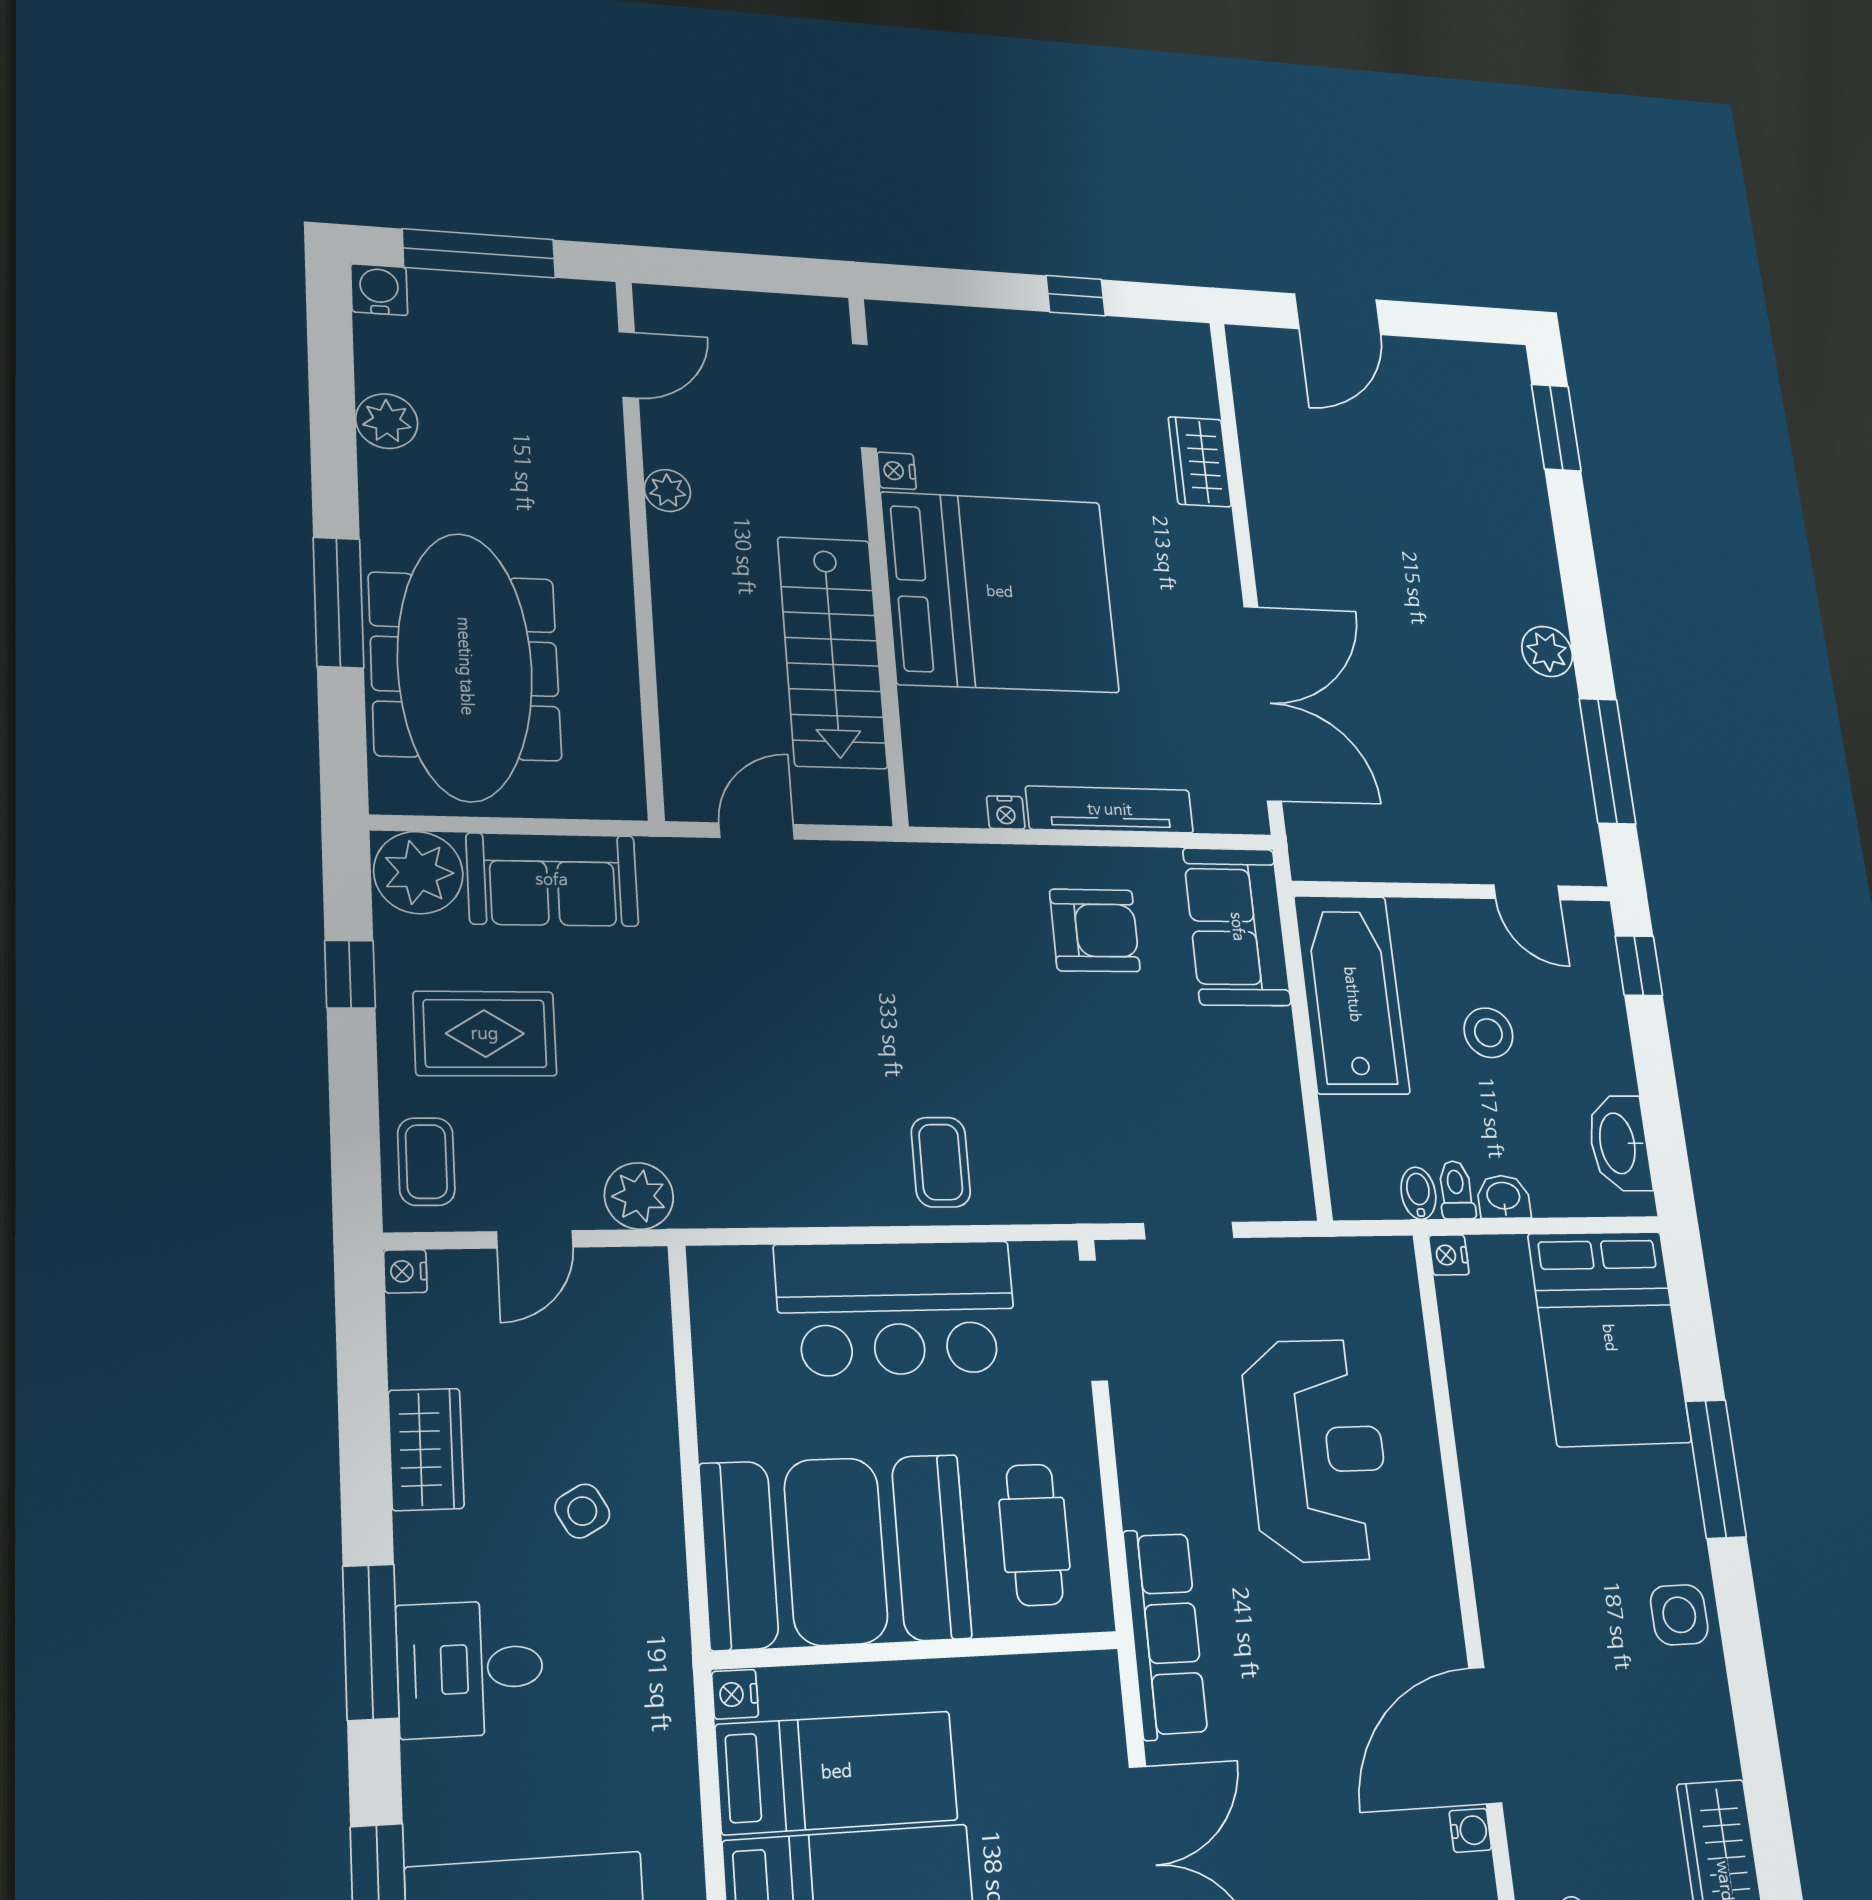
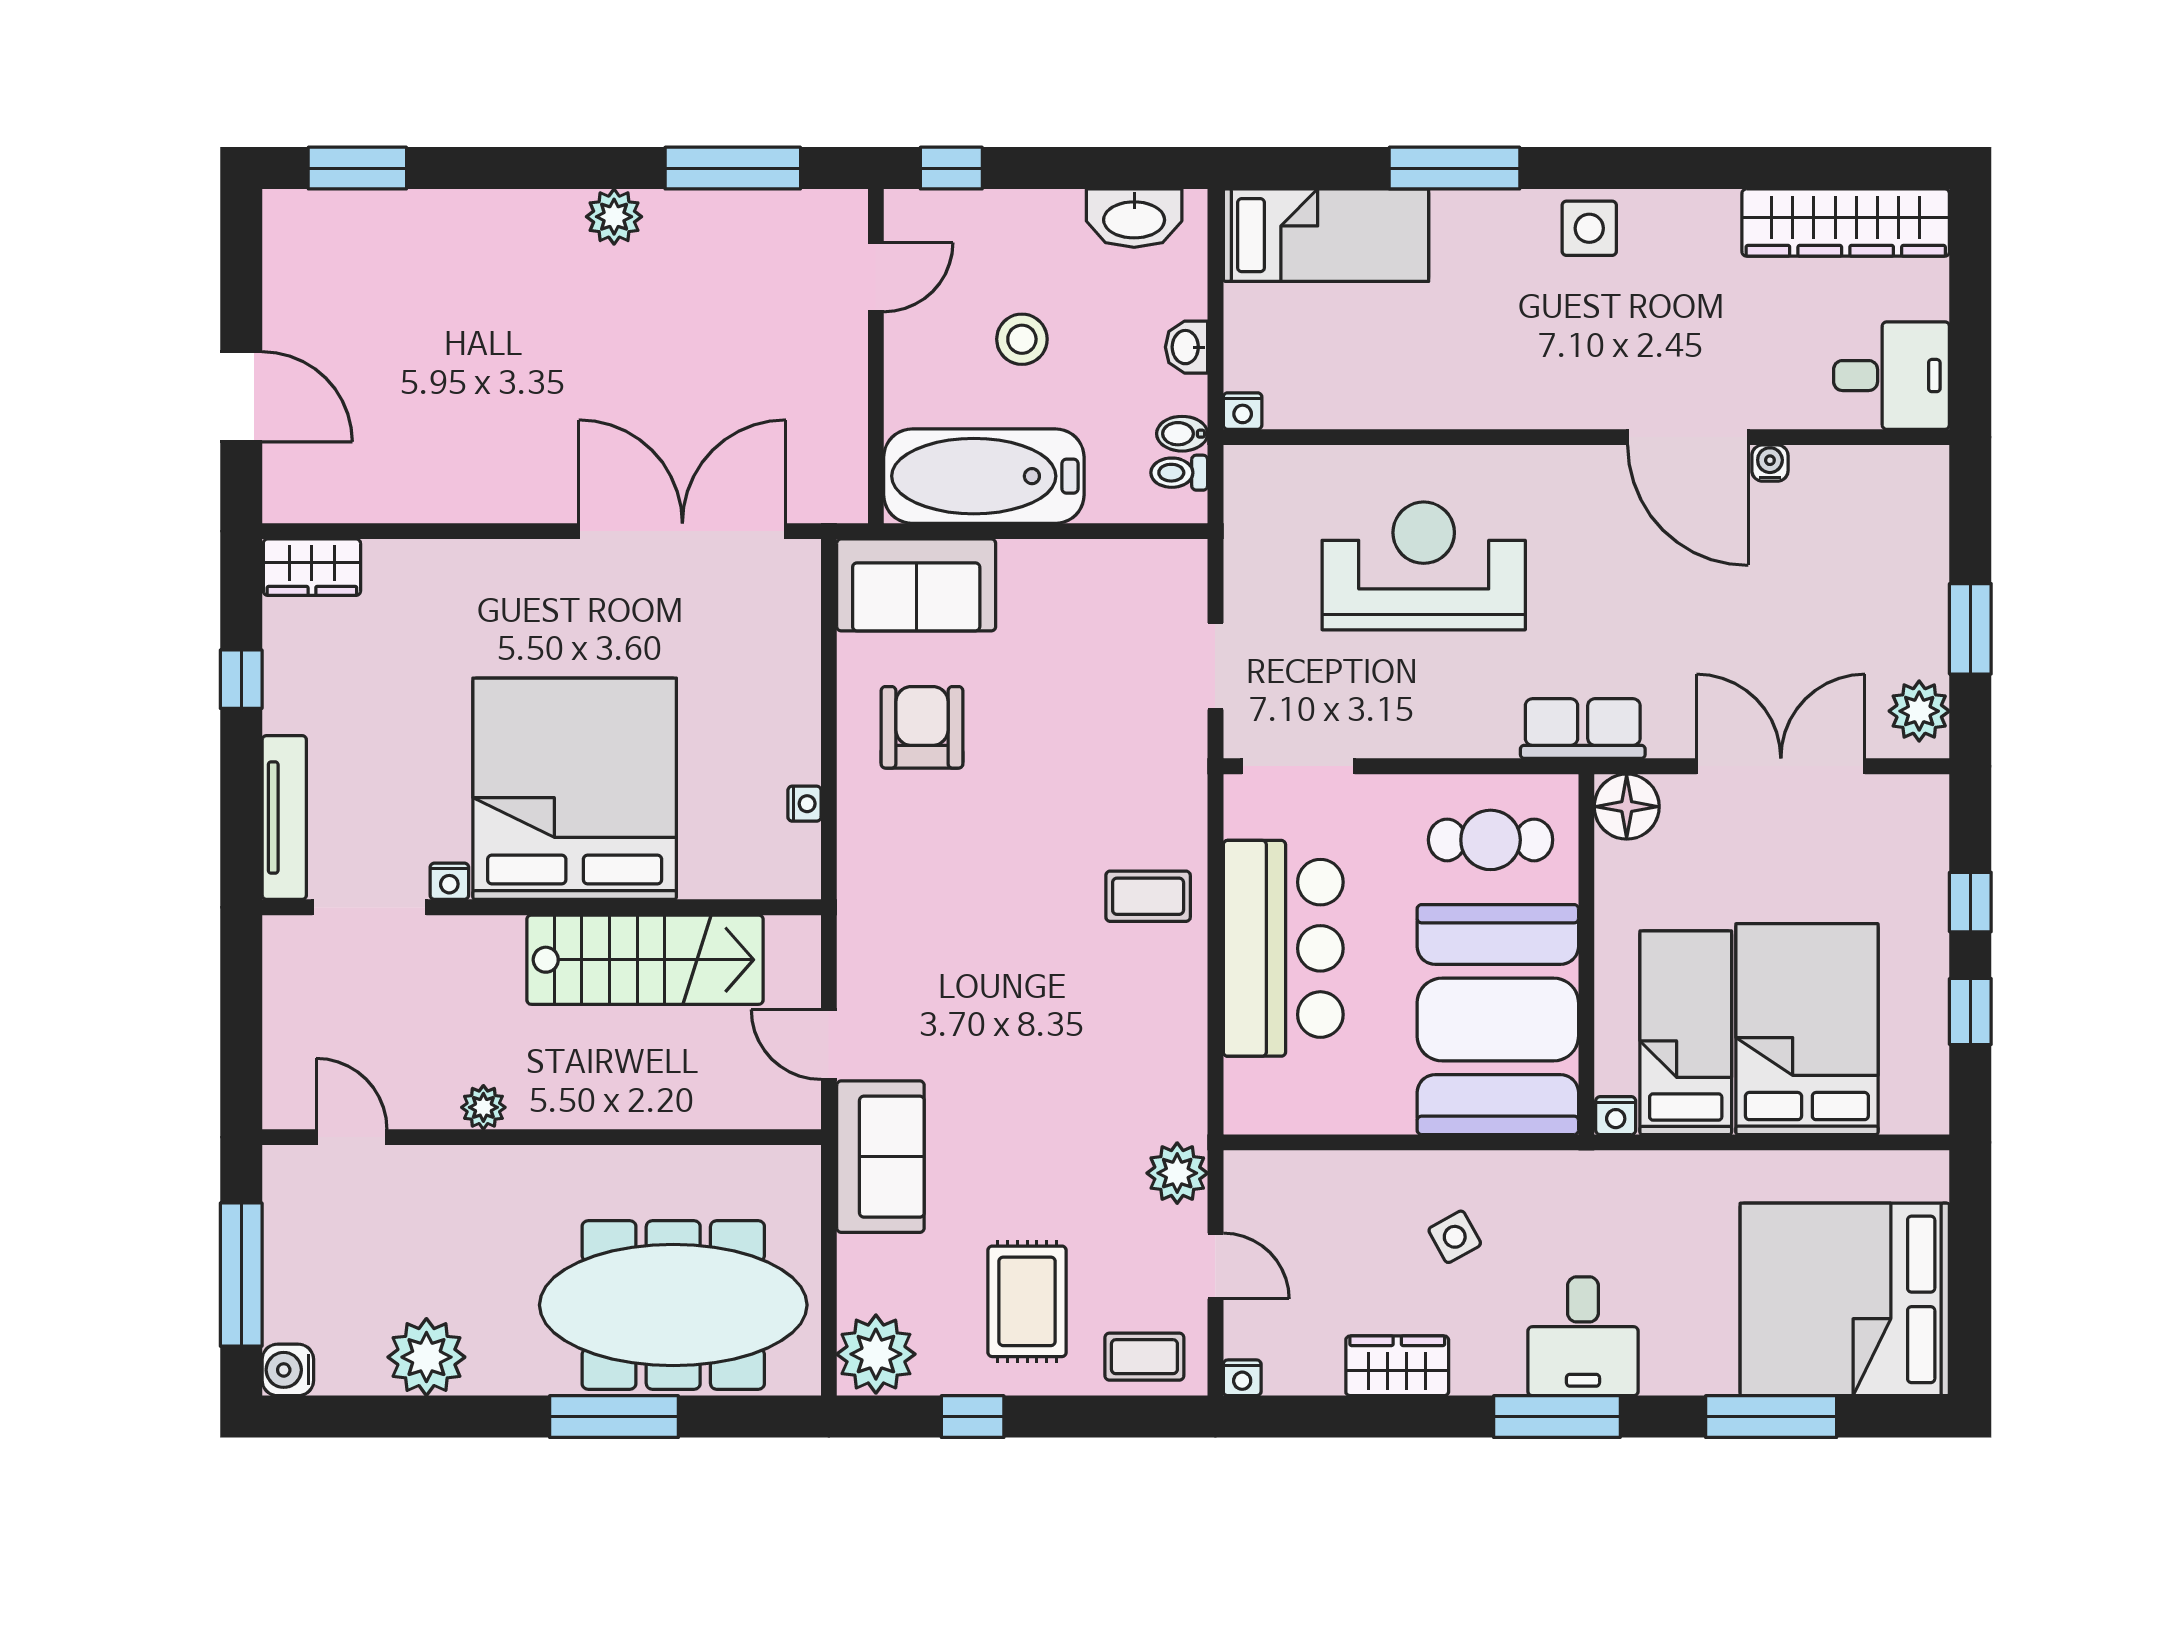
plant: (387, 421) -> (426, 1357), width x1.36, depth x1.36
wardrobe: (1200, 462) -> (312, 567), moved
tv unit: (1110, 810) -> (284, 818), moved, turned 180
sofa: (552, 880) -> (880, 1157), moved
toilet: (1456, 1190) -> (1179, 473), moved
bed: (1609, 1338) -> (1326, 235), width x0.67
row of seats: (1165, 1634) -> (1583, 729), width x0.68
floor lamp: (1085, 1688) -> (1627, 807), added

